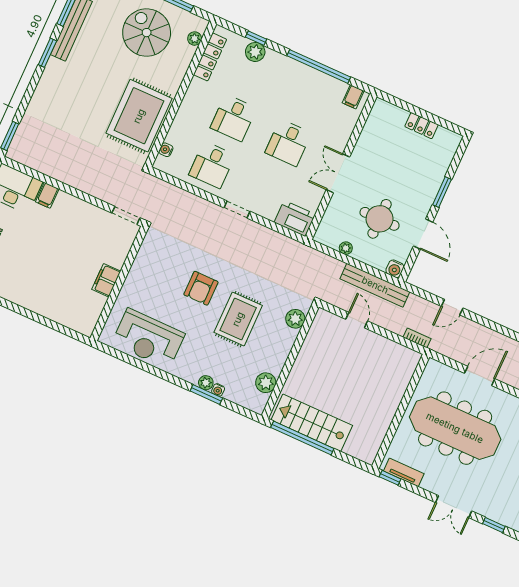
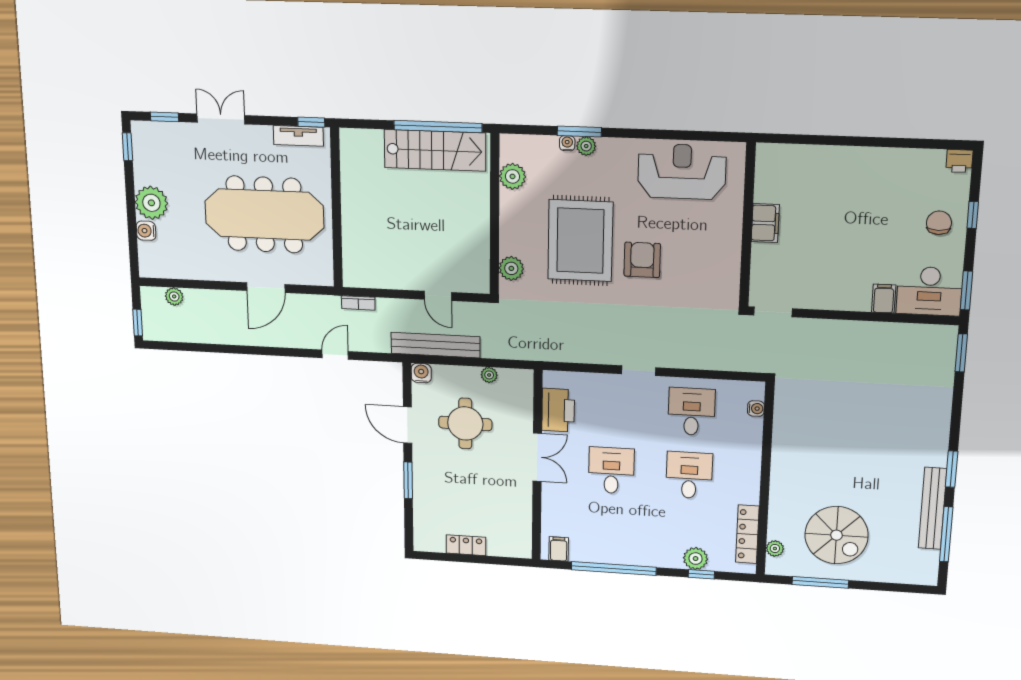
rug: (139, 116) -> (806, 436), removed
printer: (295, 218) -> (558, 410), moved, turned -90
rug: (238, 319) -> (580, 241), width x1.37, depth x1.44

